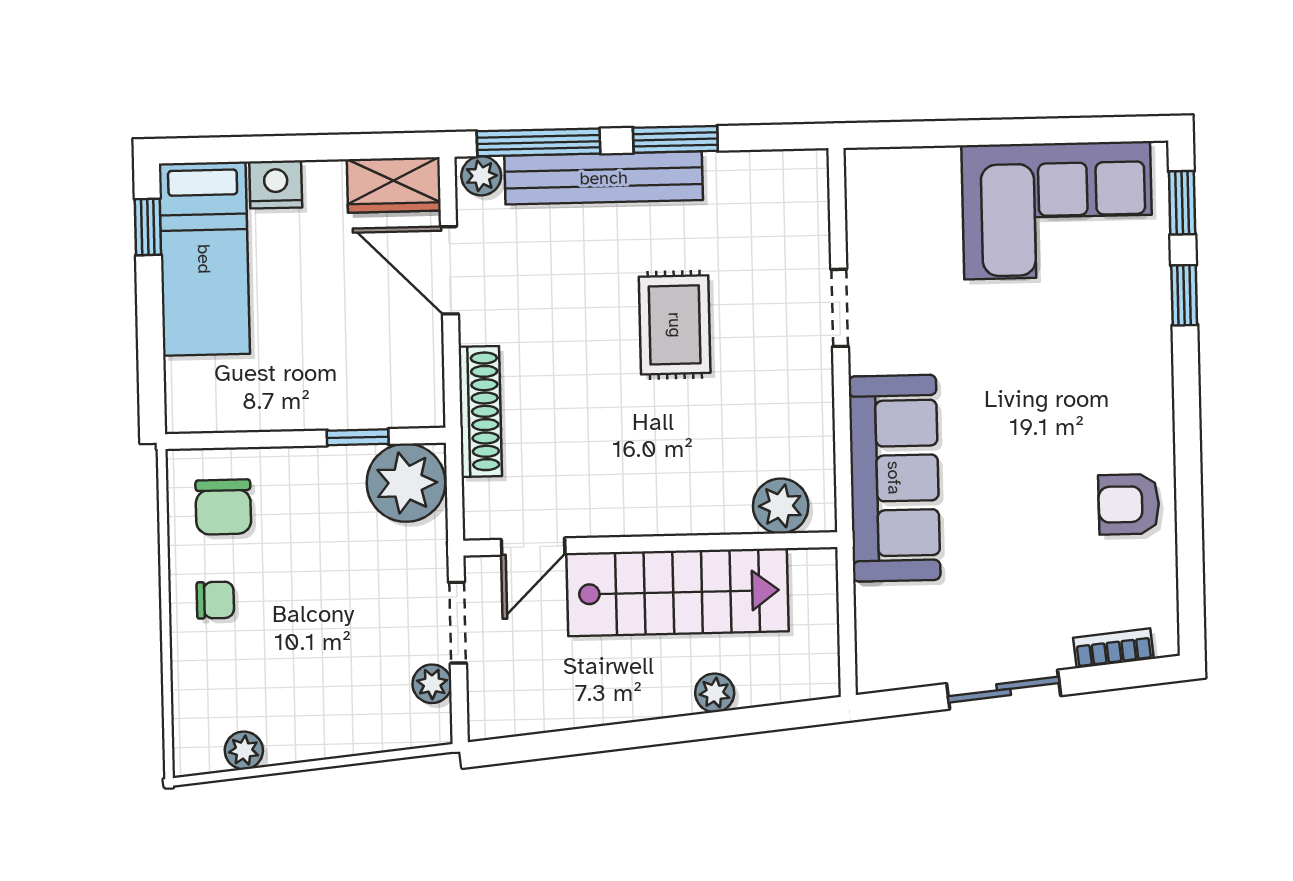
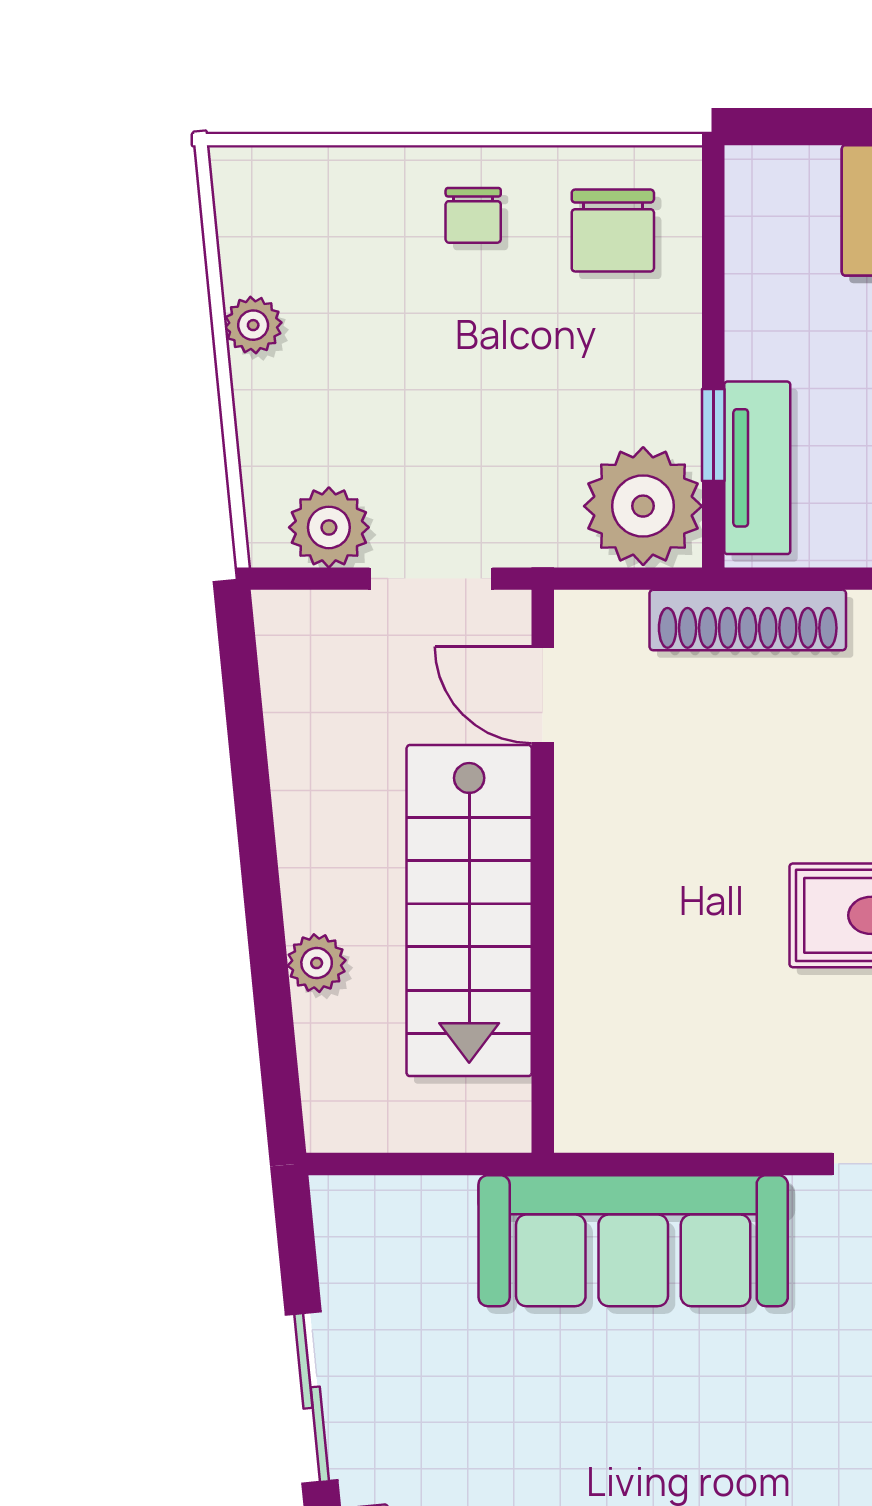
tv unit: (379, 407) -> (757, 468), added
plant: (781, 506) -> (595, 1069), removed
chair: (223, 507) -> (613, 231), turned -90
plant: (432, 684) -> (329, 527), width x1.38, depth x1.38
plant: (244, 750) -> (253, 325), moved

